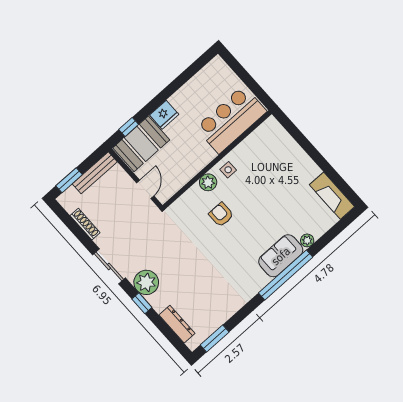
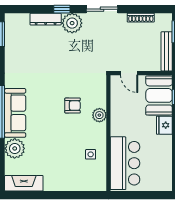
side table: (228, 170) -> (91, 154), moved
plant: (307, 240) -> (15, 148), width x1.88, depth x1.88
sofa: (281, 256) -> (15, 113), width x1.36
dresser: (177, 324) -> (46, 19), moved

